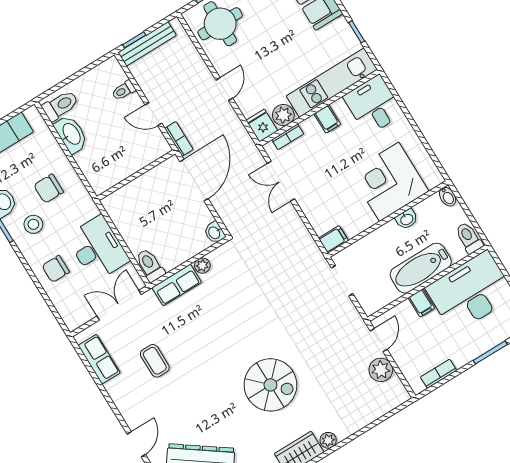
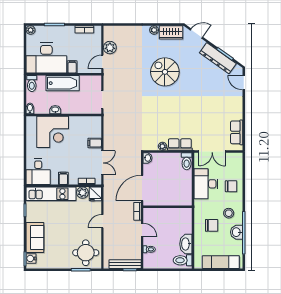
filing cabinet: (333, 239) -> (95, 143), moved
coffee table: (155, 361) -> (211, 116), removed
door: (136, 444) -> (244, 83), hinge flipped

